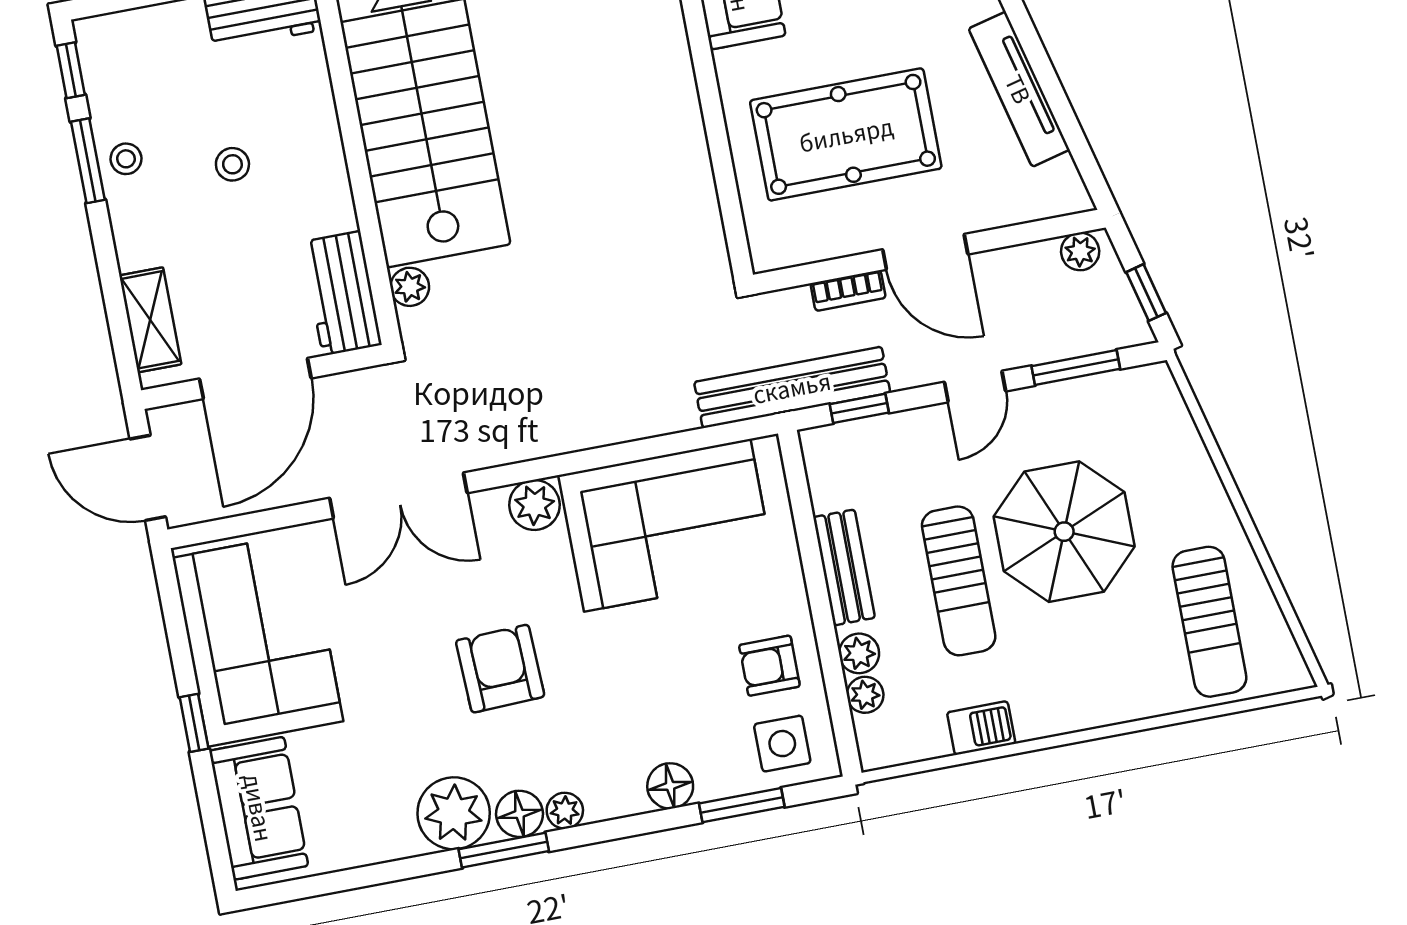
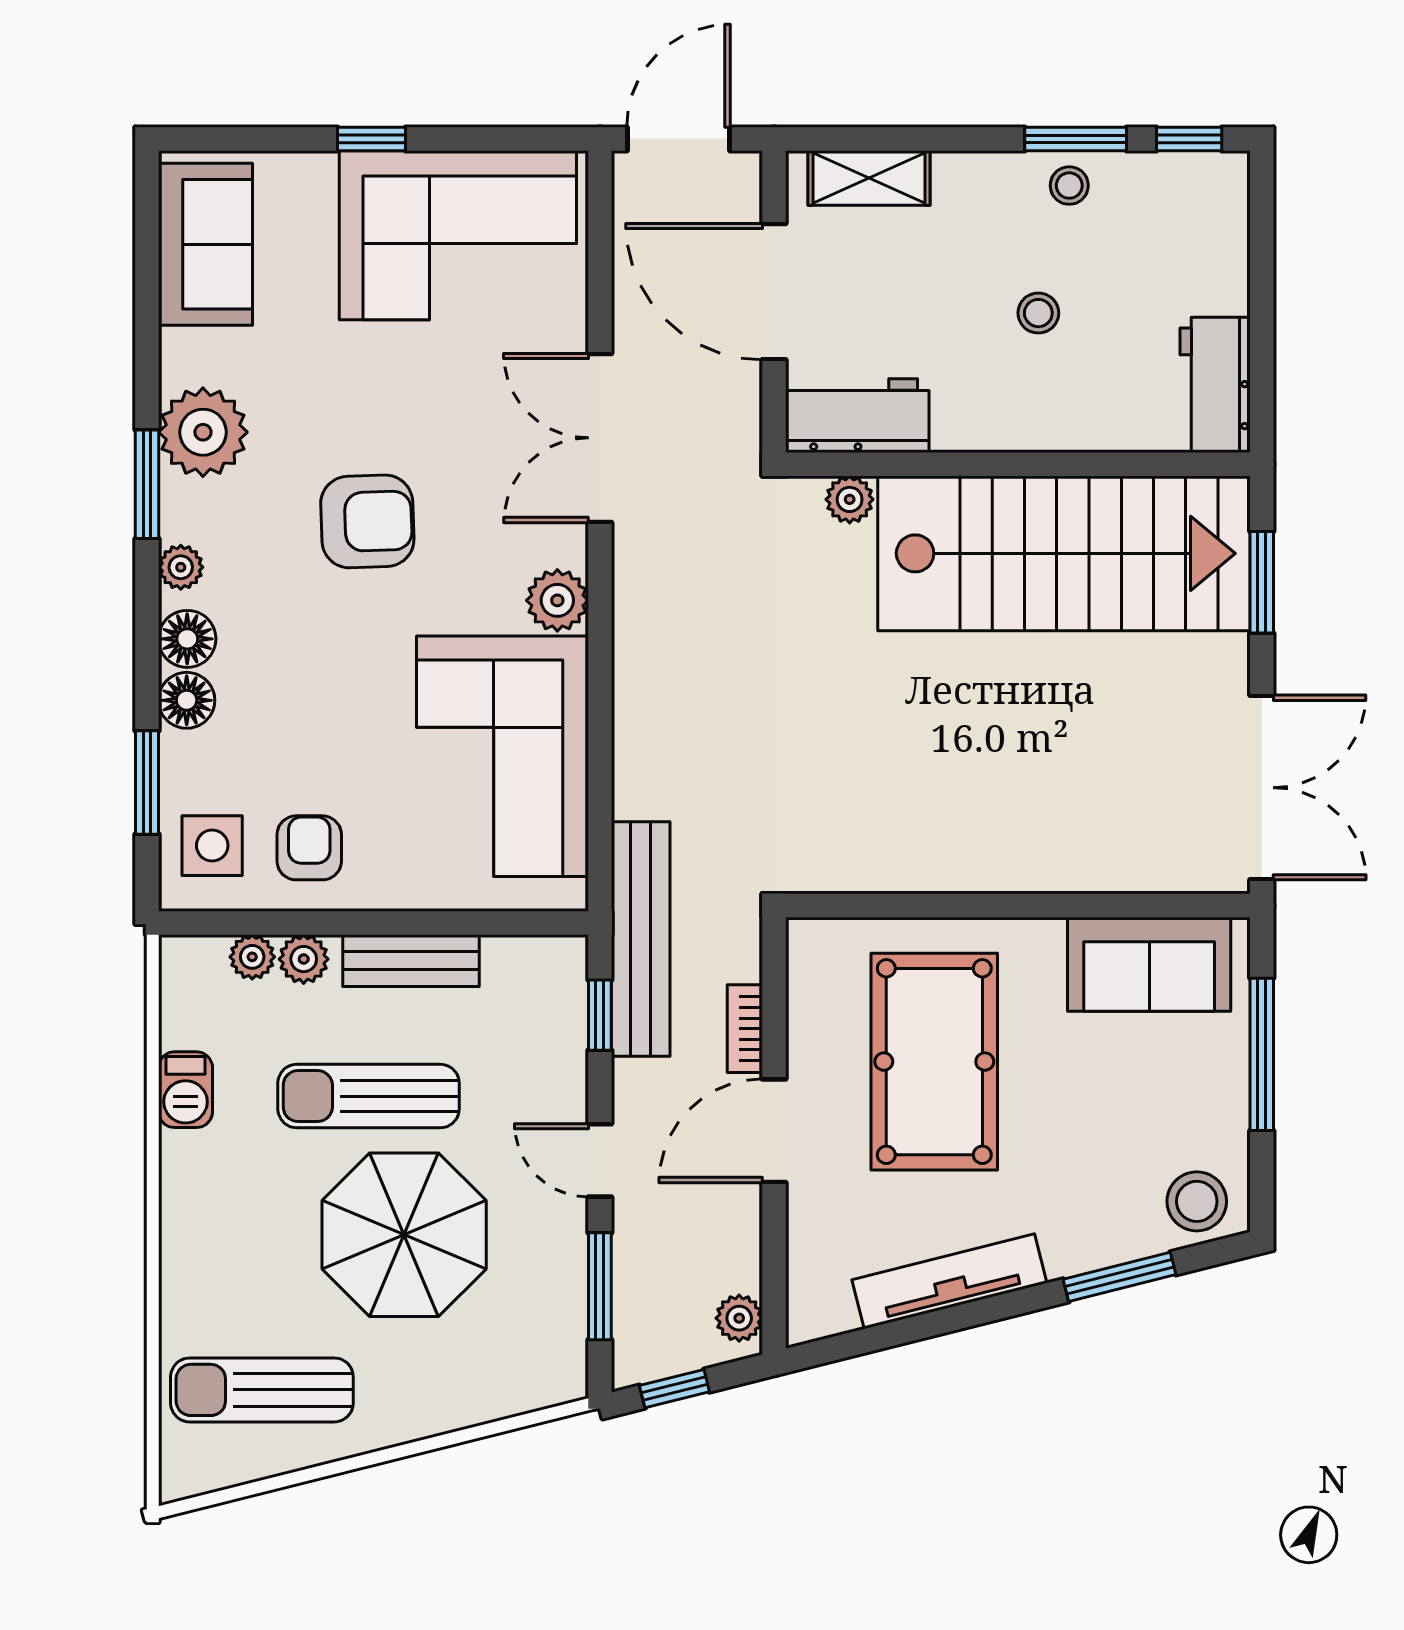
sofa: (259, 808) -> (205, 244), moved, turned -90
floor lamp: (520, 814) -> (187, 639), moved

